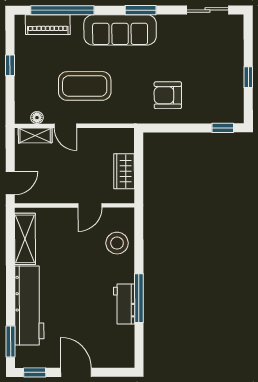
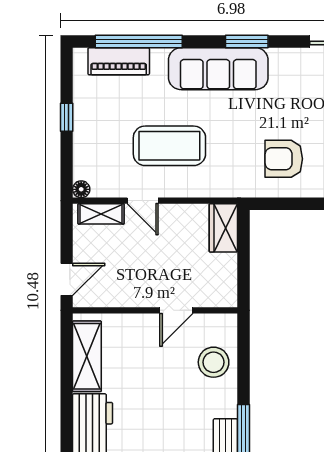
floor lamp: (37, 118) -> (81, 189), moved
wardrobe: (124, 171) -> (223, 228), moved

